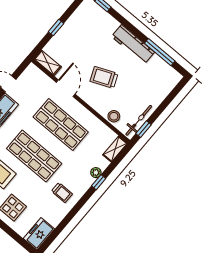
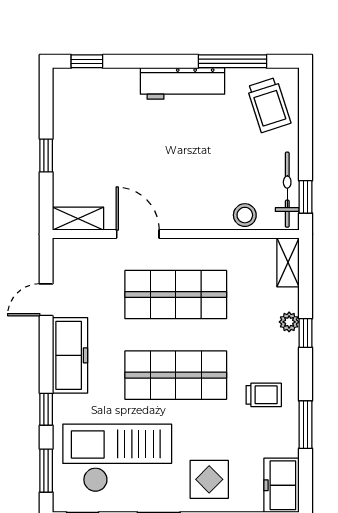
trolley: (104, 77) -> (269, 105), moved, turned -85
window: (68, 218) -> (305, 425), added

